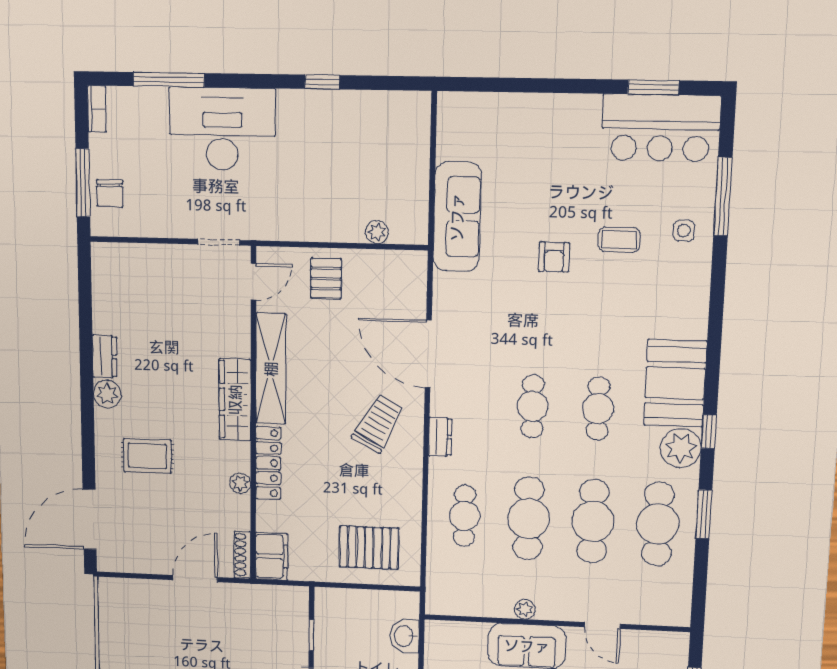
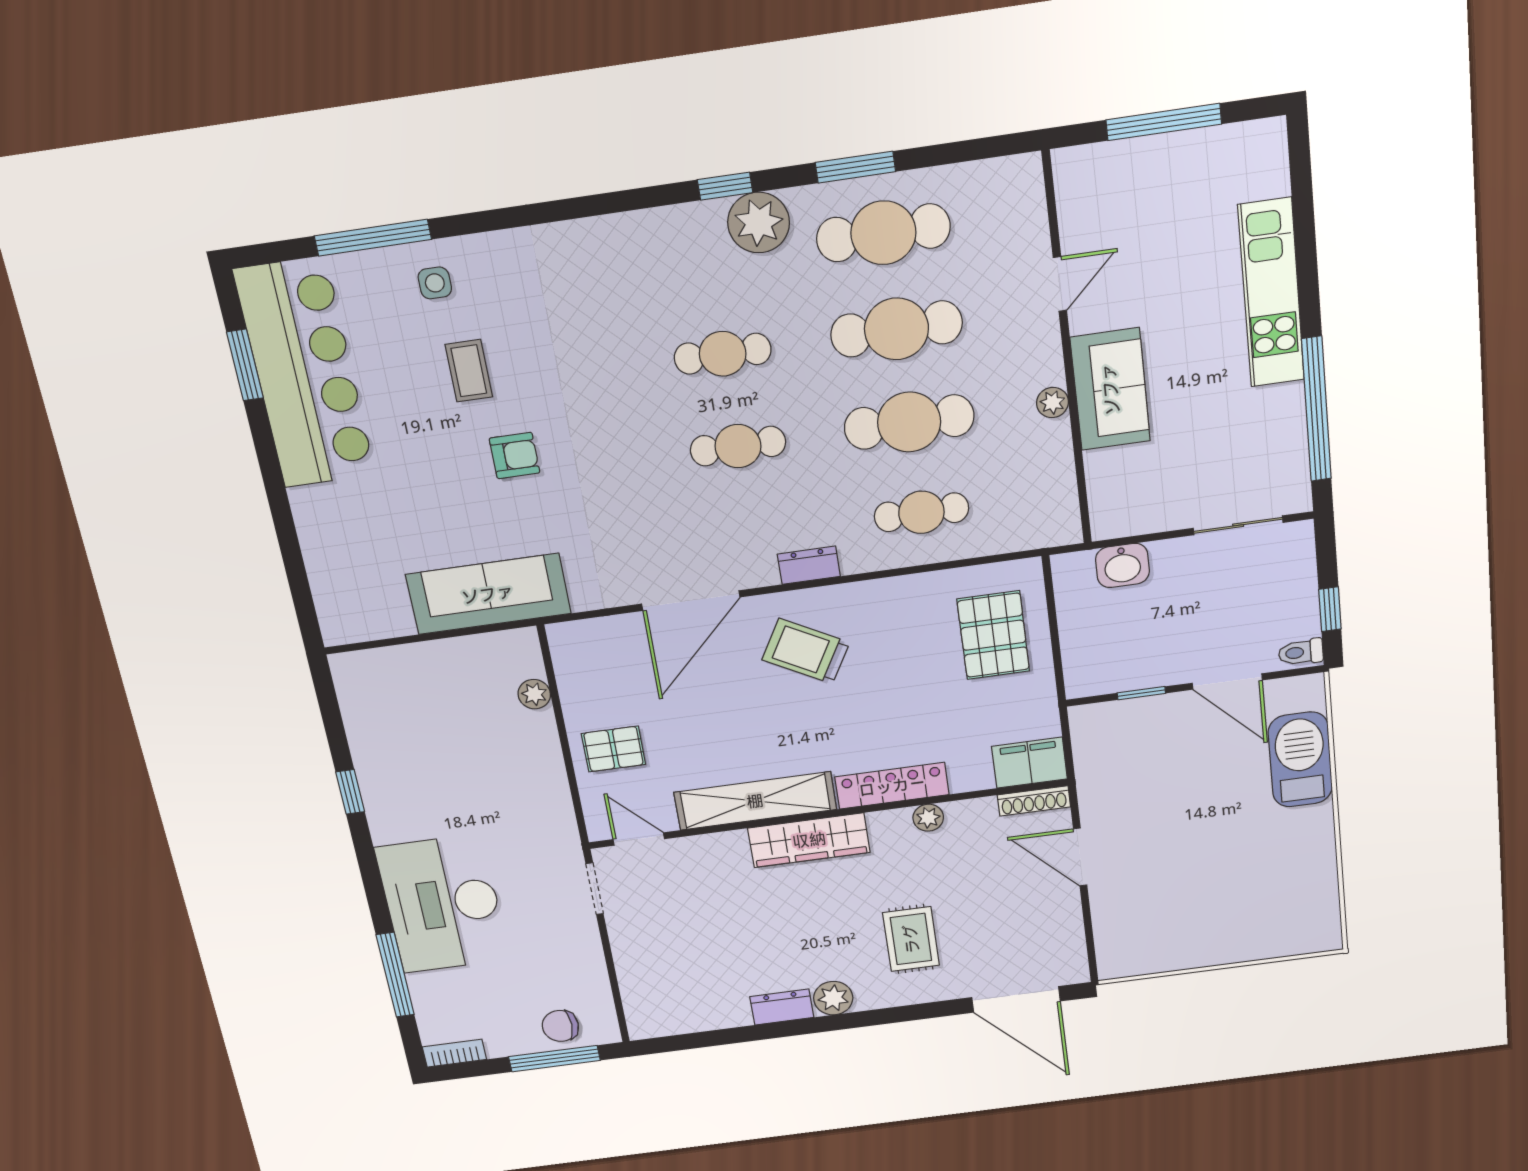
bar counter: (661, 128) -> (305, 373), width x1.36
chair: (110, 193) -> (560, 1026), turned 180
booth: (675, 383) -> (661, 250), removed

